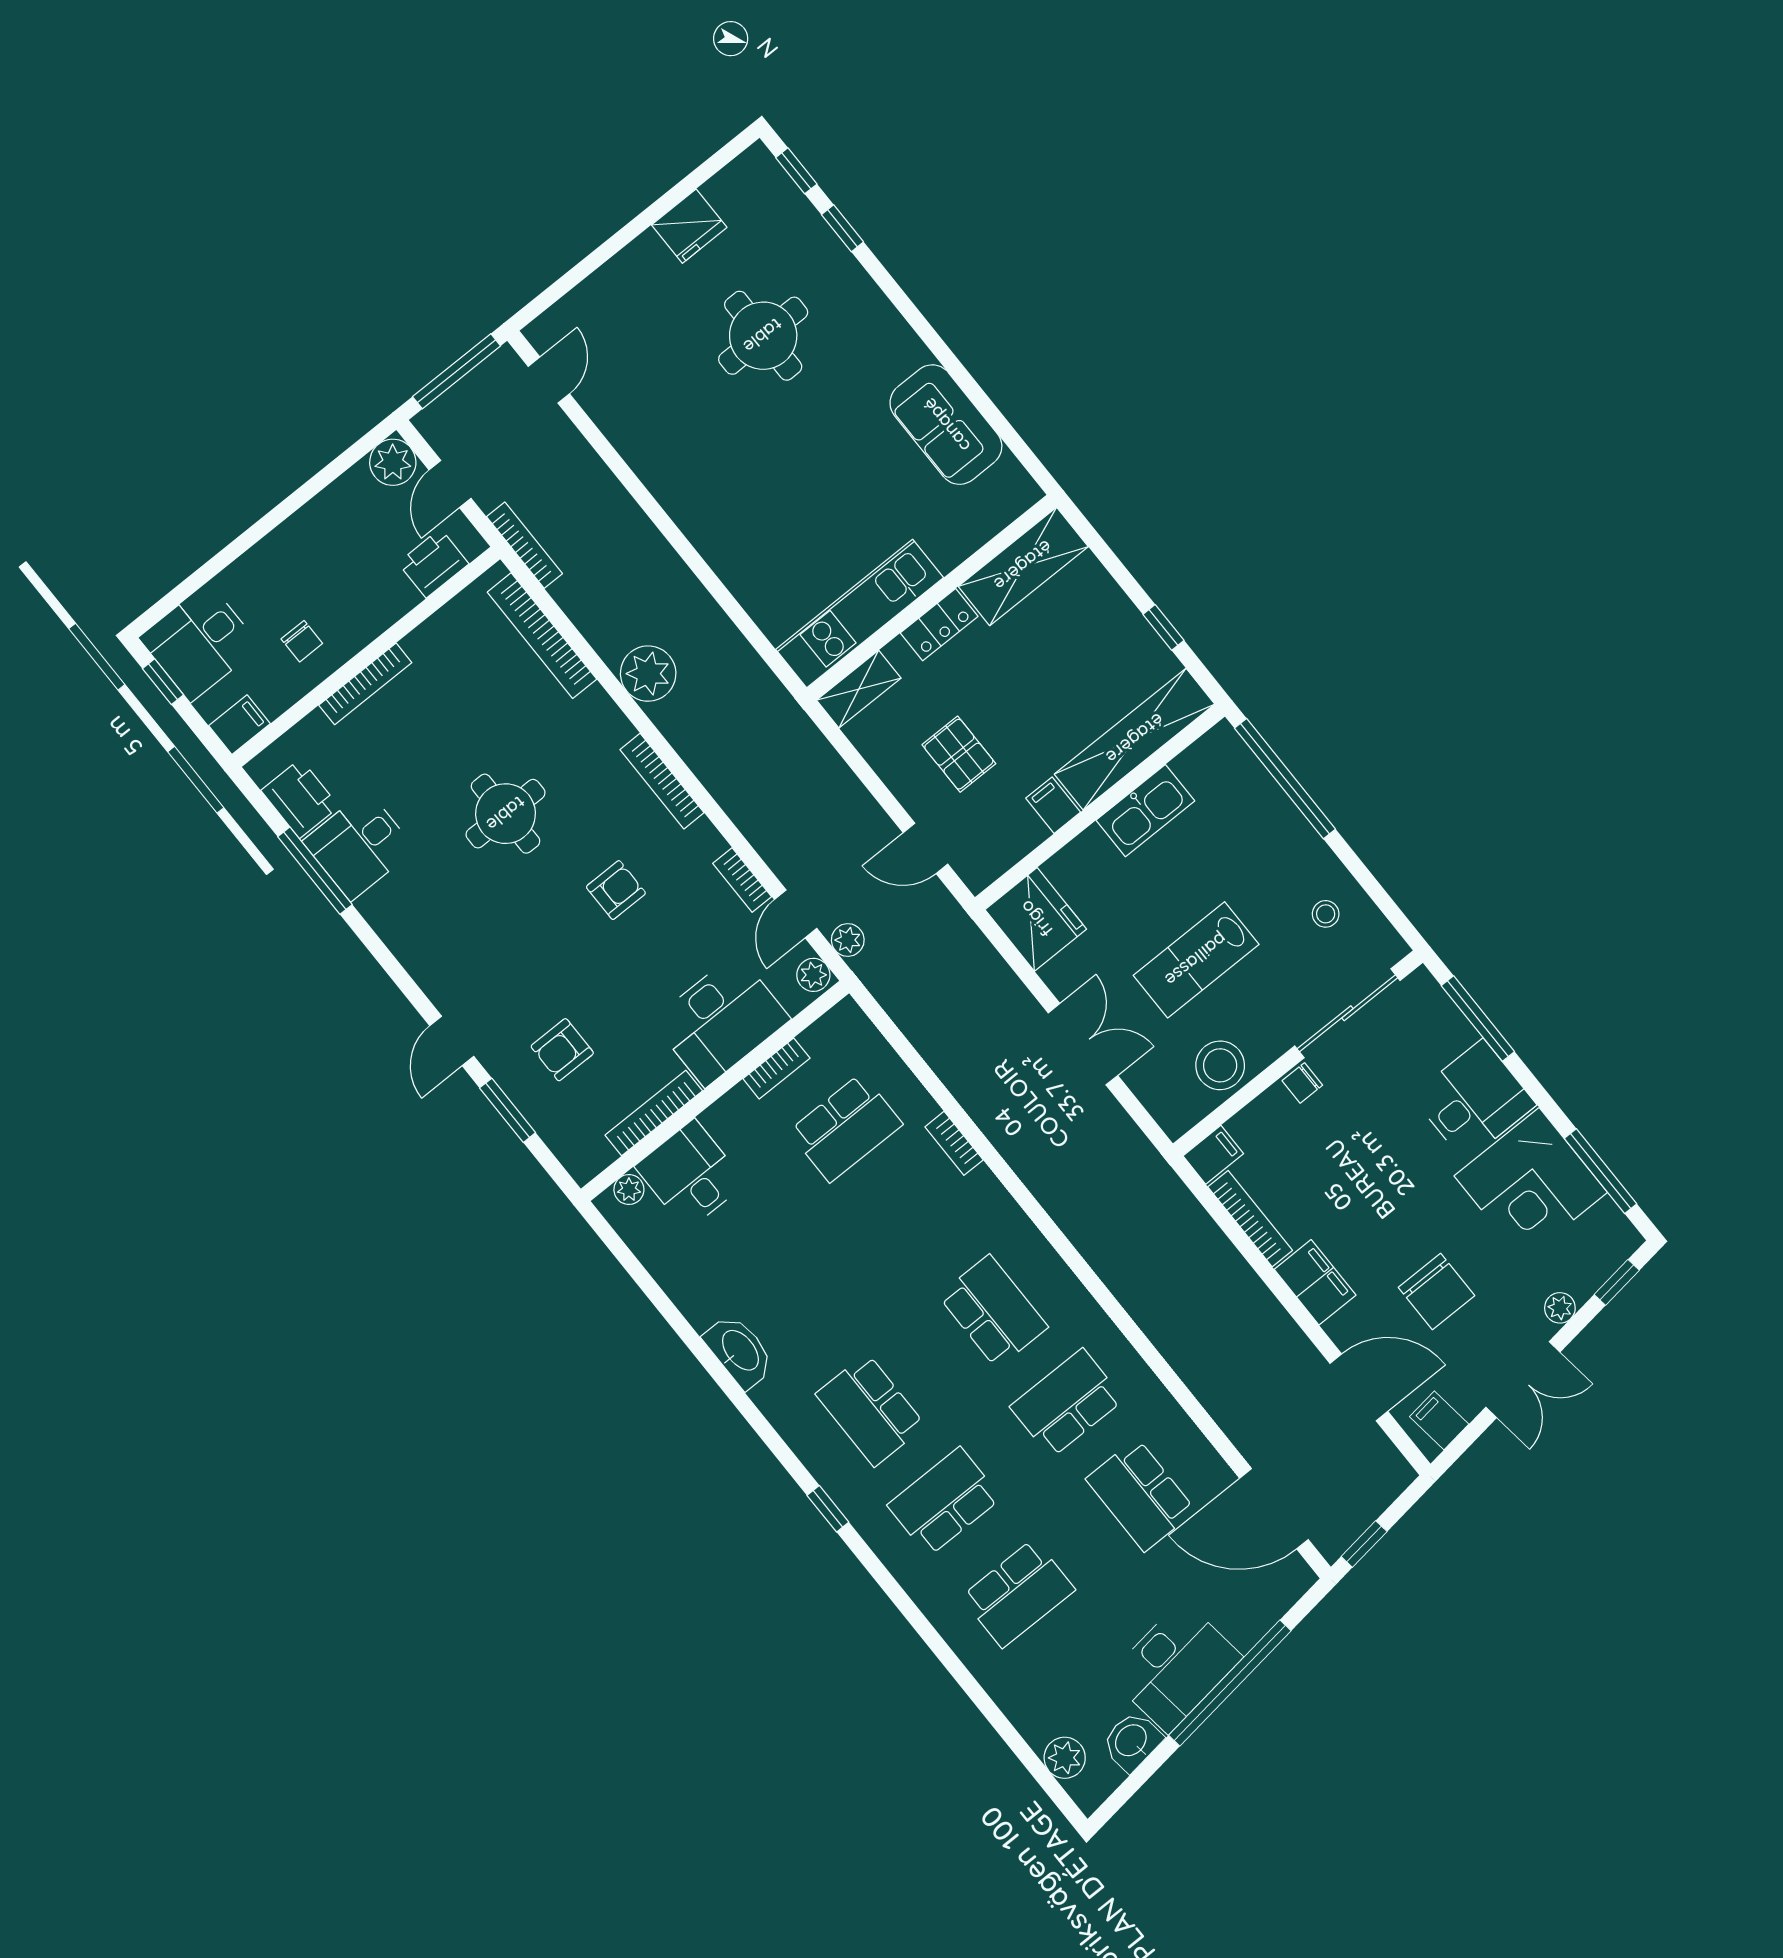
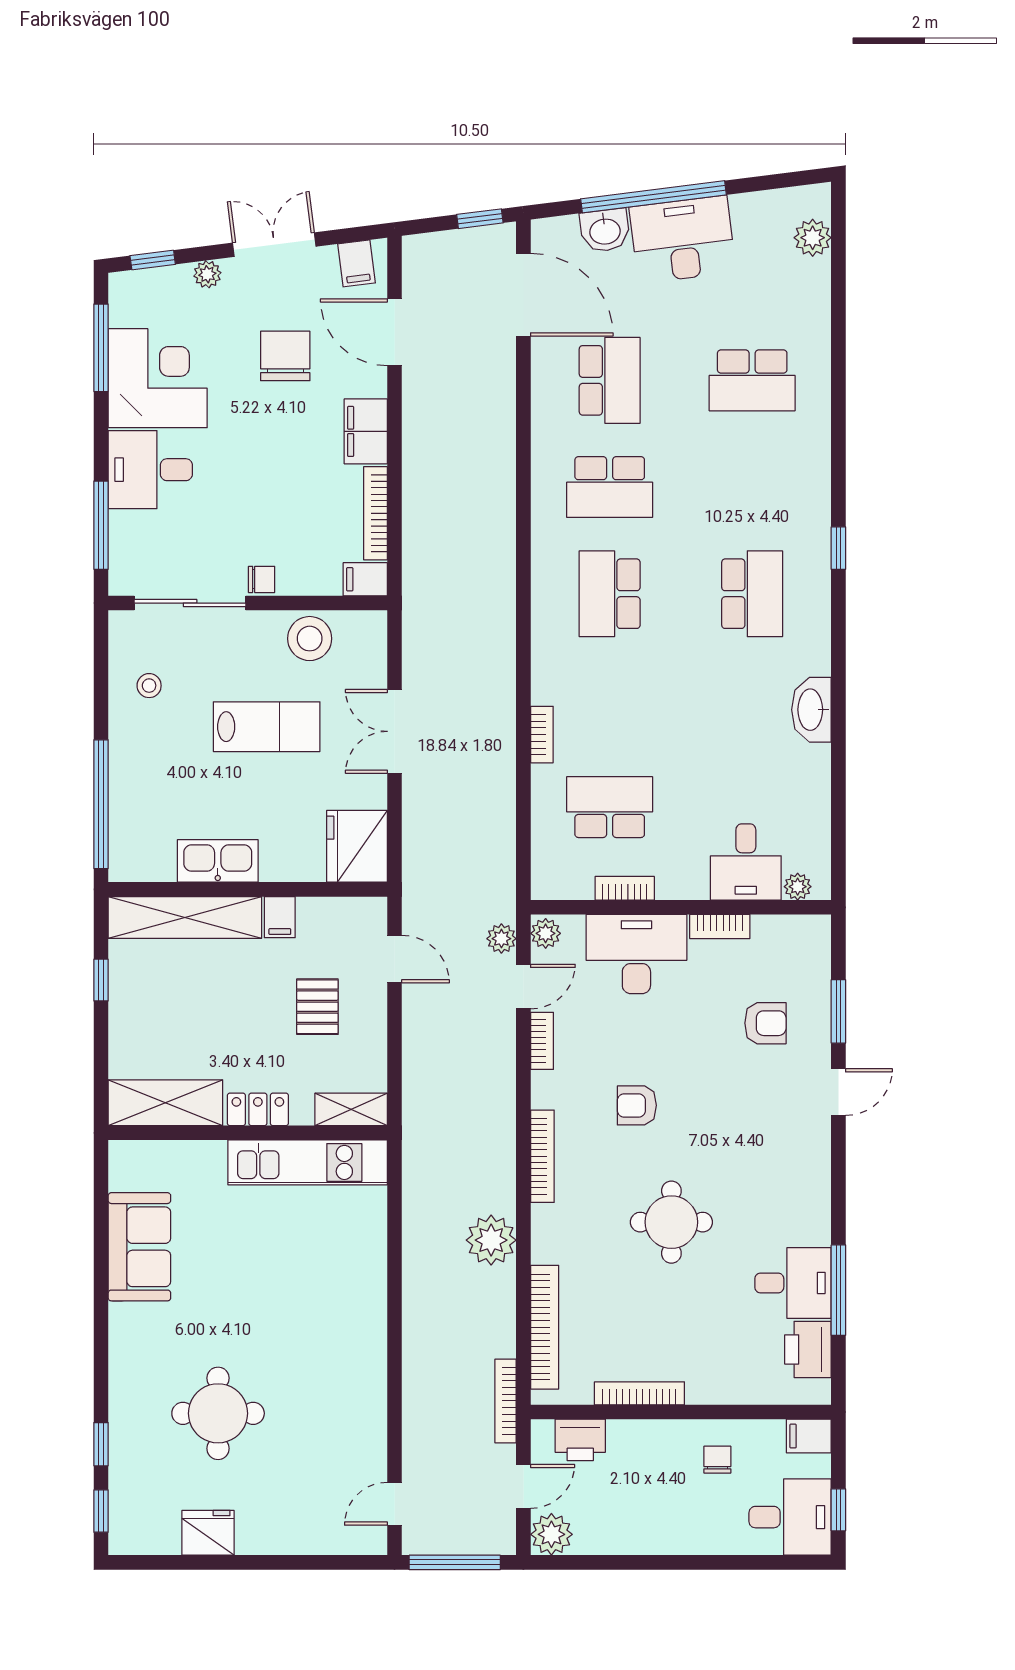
bookcase: (365, 684) -> (639, 1393), moved
bookcase: (654, 1113) -> (720, 927), width x0.64
school desk: (944, 1502) -> (752, 487), removed
school desk: (1018, 1593) -> (752, 380), turned 180
washbasin: (1132, 1741) -> (605, 230), moved

